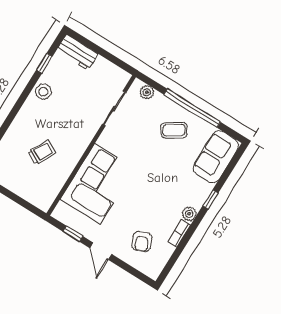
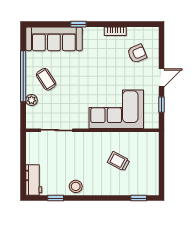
plant: (147, 92) -> (31, 100), moved
sofa: (216, 157) -> (54, 39), width x1.36
plant: (189, 214) -> (98, 33), removed

